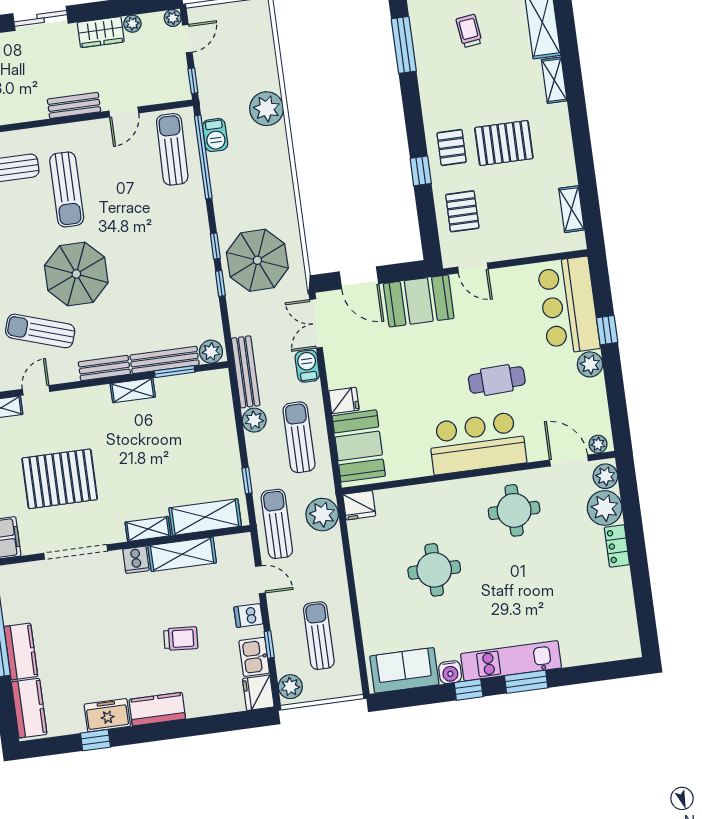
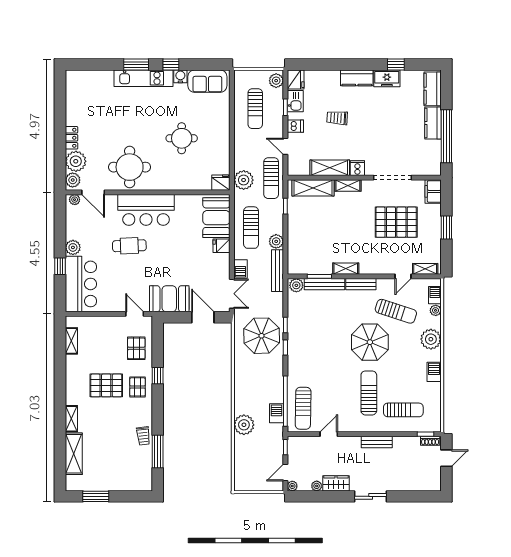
trolley: (469, 31) -> (143, 436), moved
bench: (74, 105) -> (377, 442), moved
round table: (514, 510) -> (130, 167), width x1.36, depth x1.36

